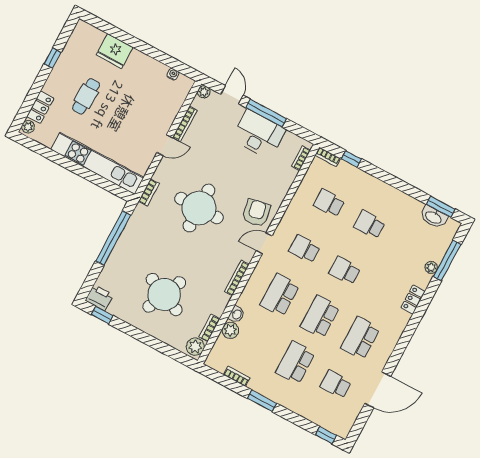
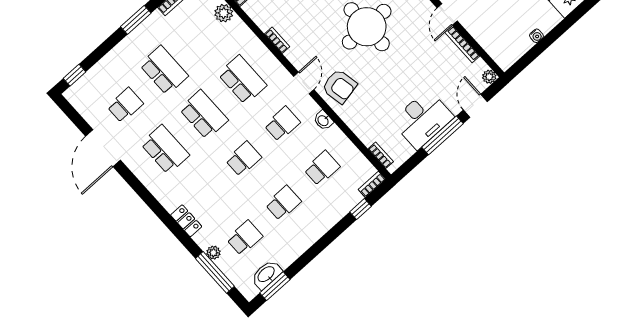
water cooler: (173, 74) -> (536, 36), moved
door: (232, 95) -> (475, 106), swing flipped
school desk: (410, 246) -> (245, 238), added
bookcase: (237, 278) -> (277, 40), width x0.64
washbasin: (237, 314) -> (323, 120), moved

